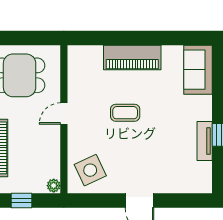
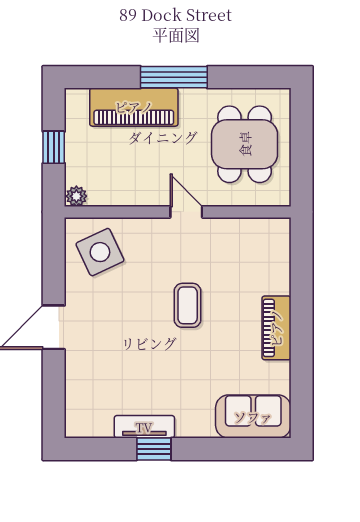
piano: (132, 57) -> (276, 328), width x0.73, depth x0.75

